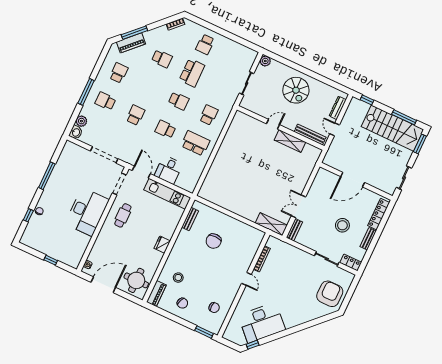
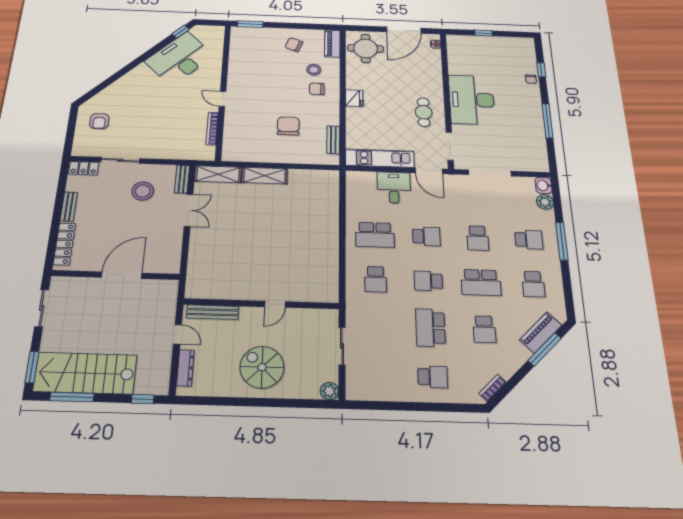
school desk: (205, 44) -> (433, 377), turned 90
school desk: (162, 59) -> (484, 329), turned -90
school desk: (149, 87) -> (481, 282), added
shelving: (290, 141) -> (265, 176), moved
stool: (342, 225) -> (143, 191), moved
armchair: (330, 294) -> (99, 121), width x0.53, depth x0.53
chair: (214, 308) -> (317, 89), moved

